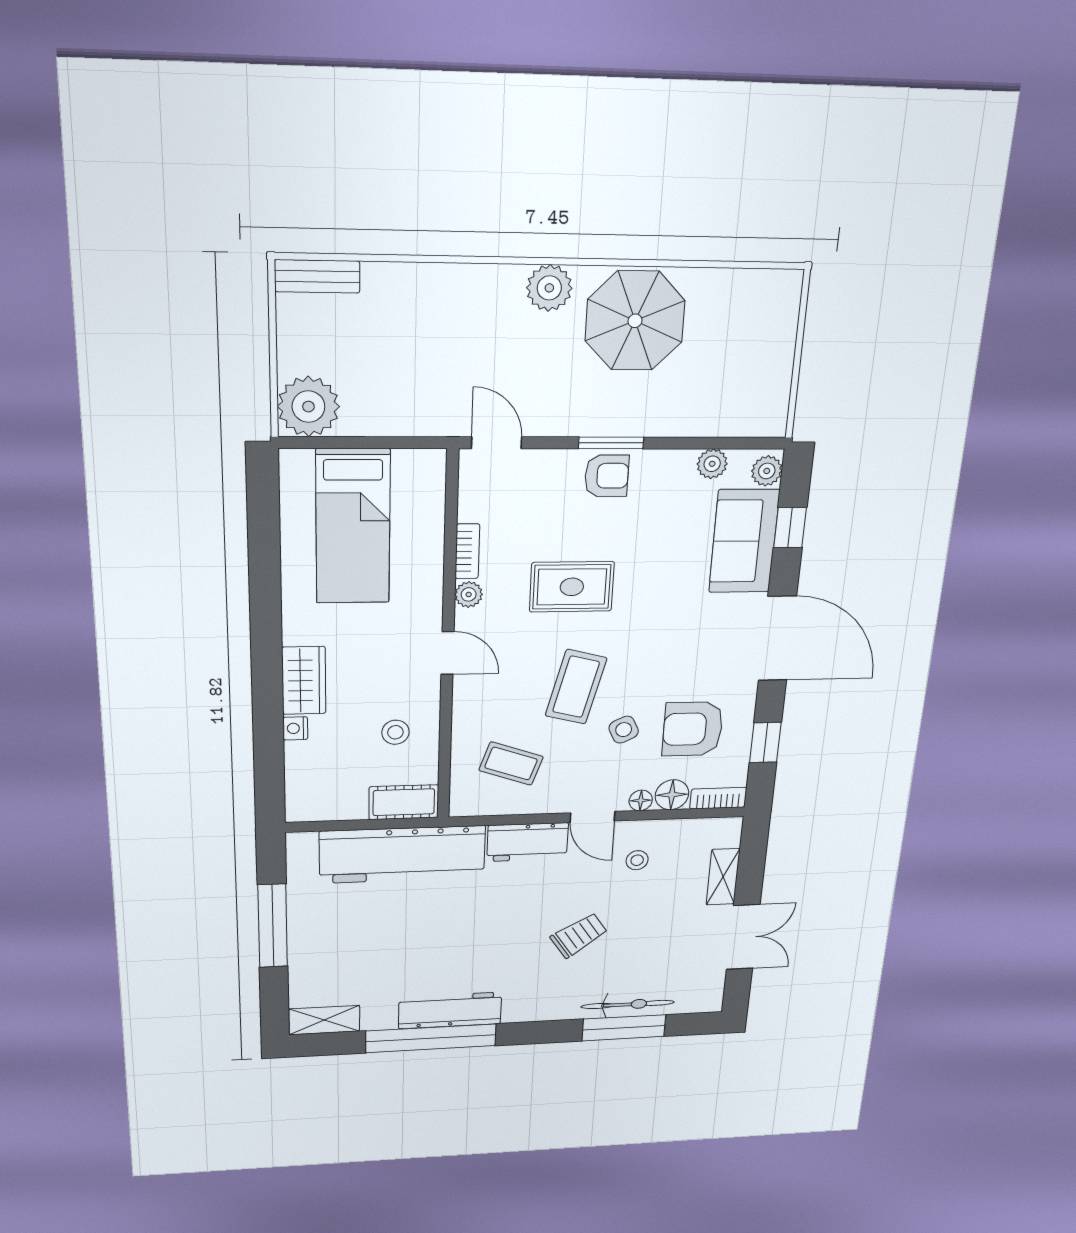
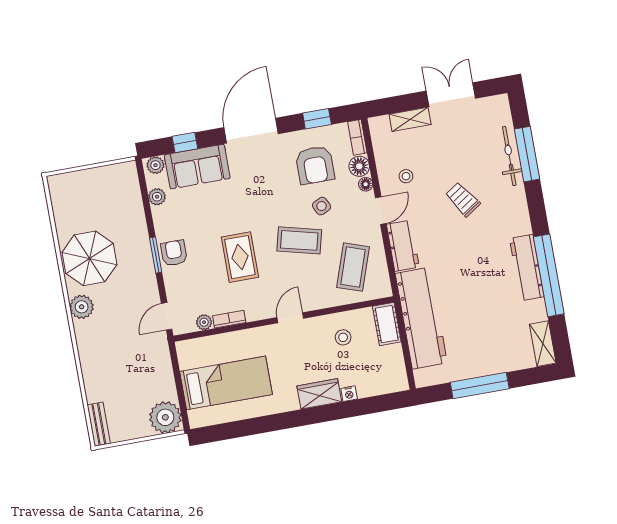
plant: (469, 594) -> (204, 322), moved
coffee table: (511, 764) -> (353, 267), width x1.36, depth x1.30

